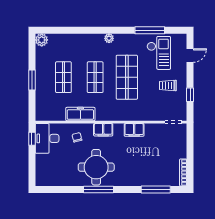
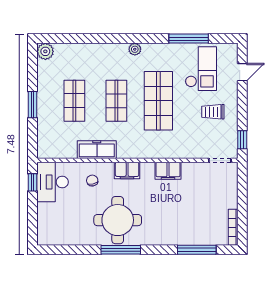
window: (190, 95) -> (242, 140), moved

